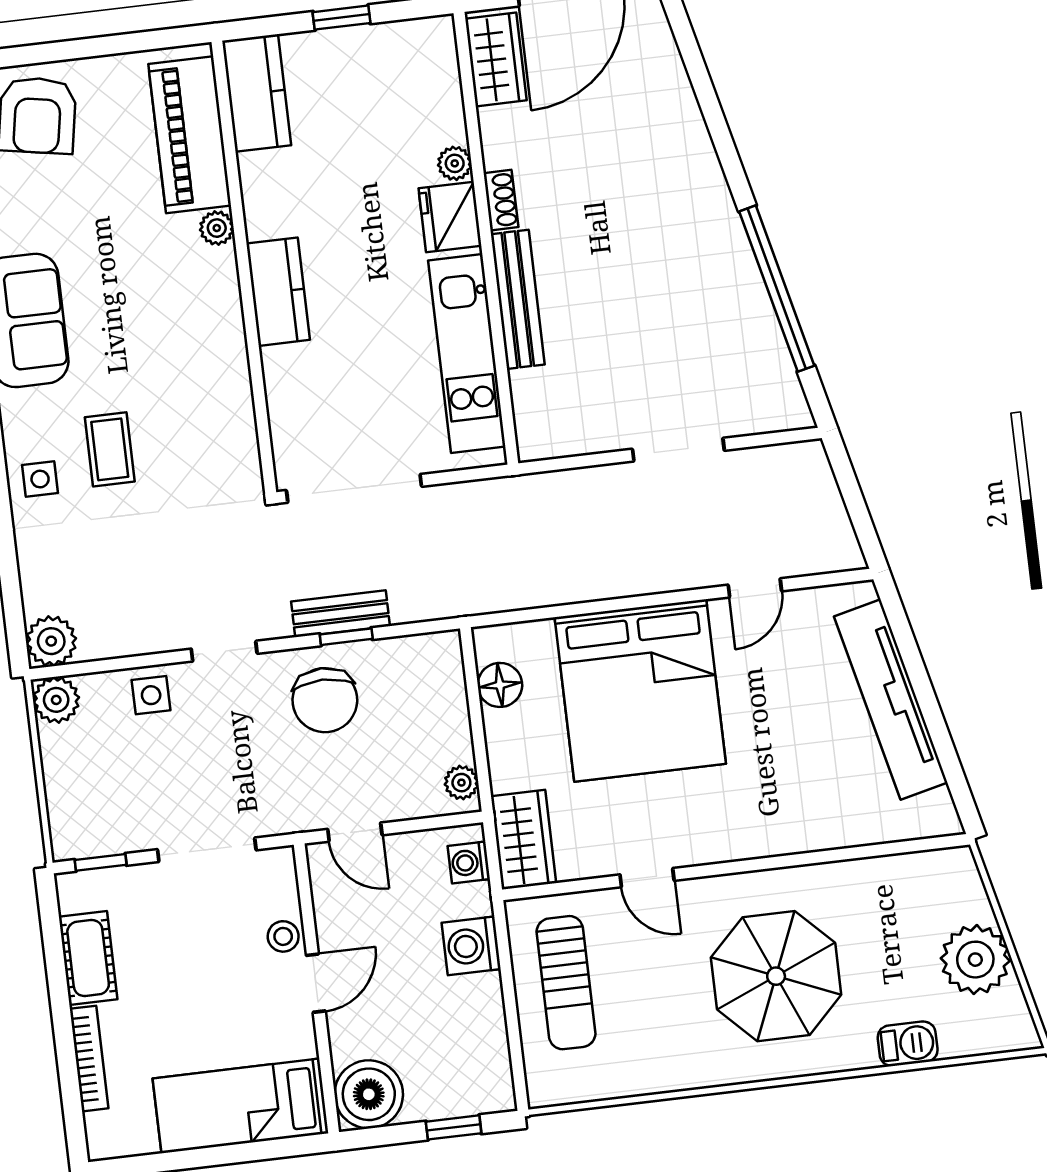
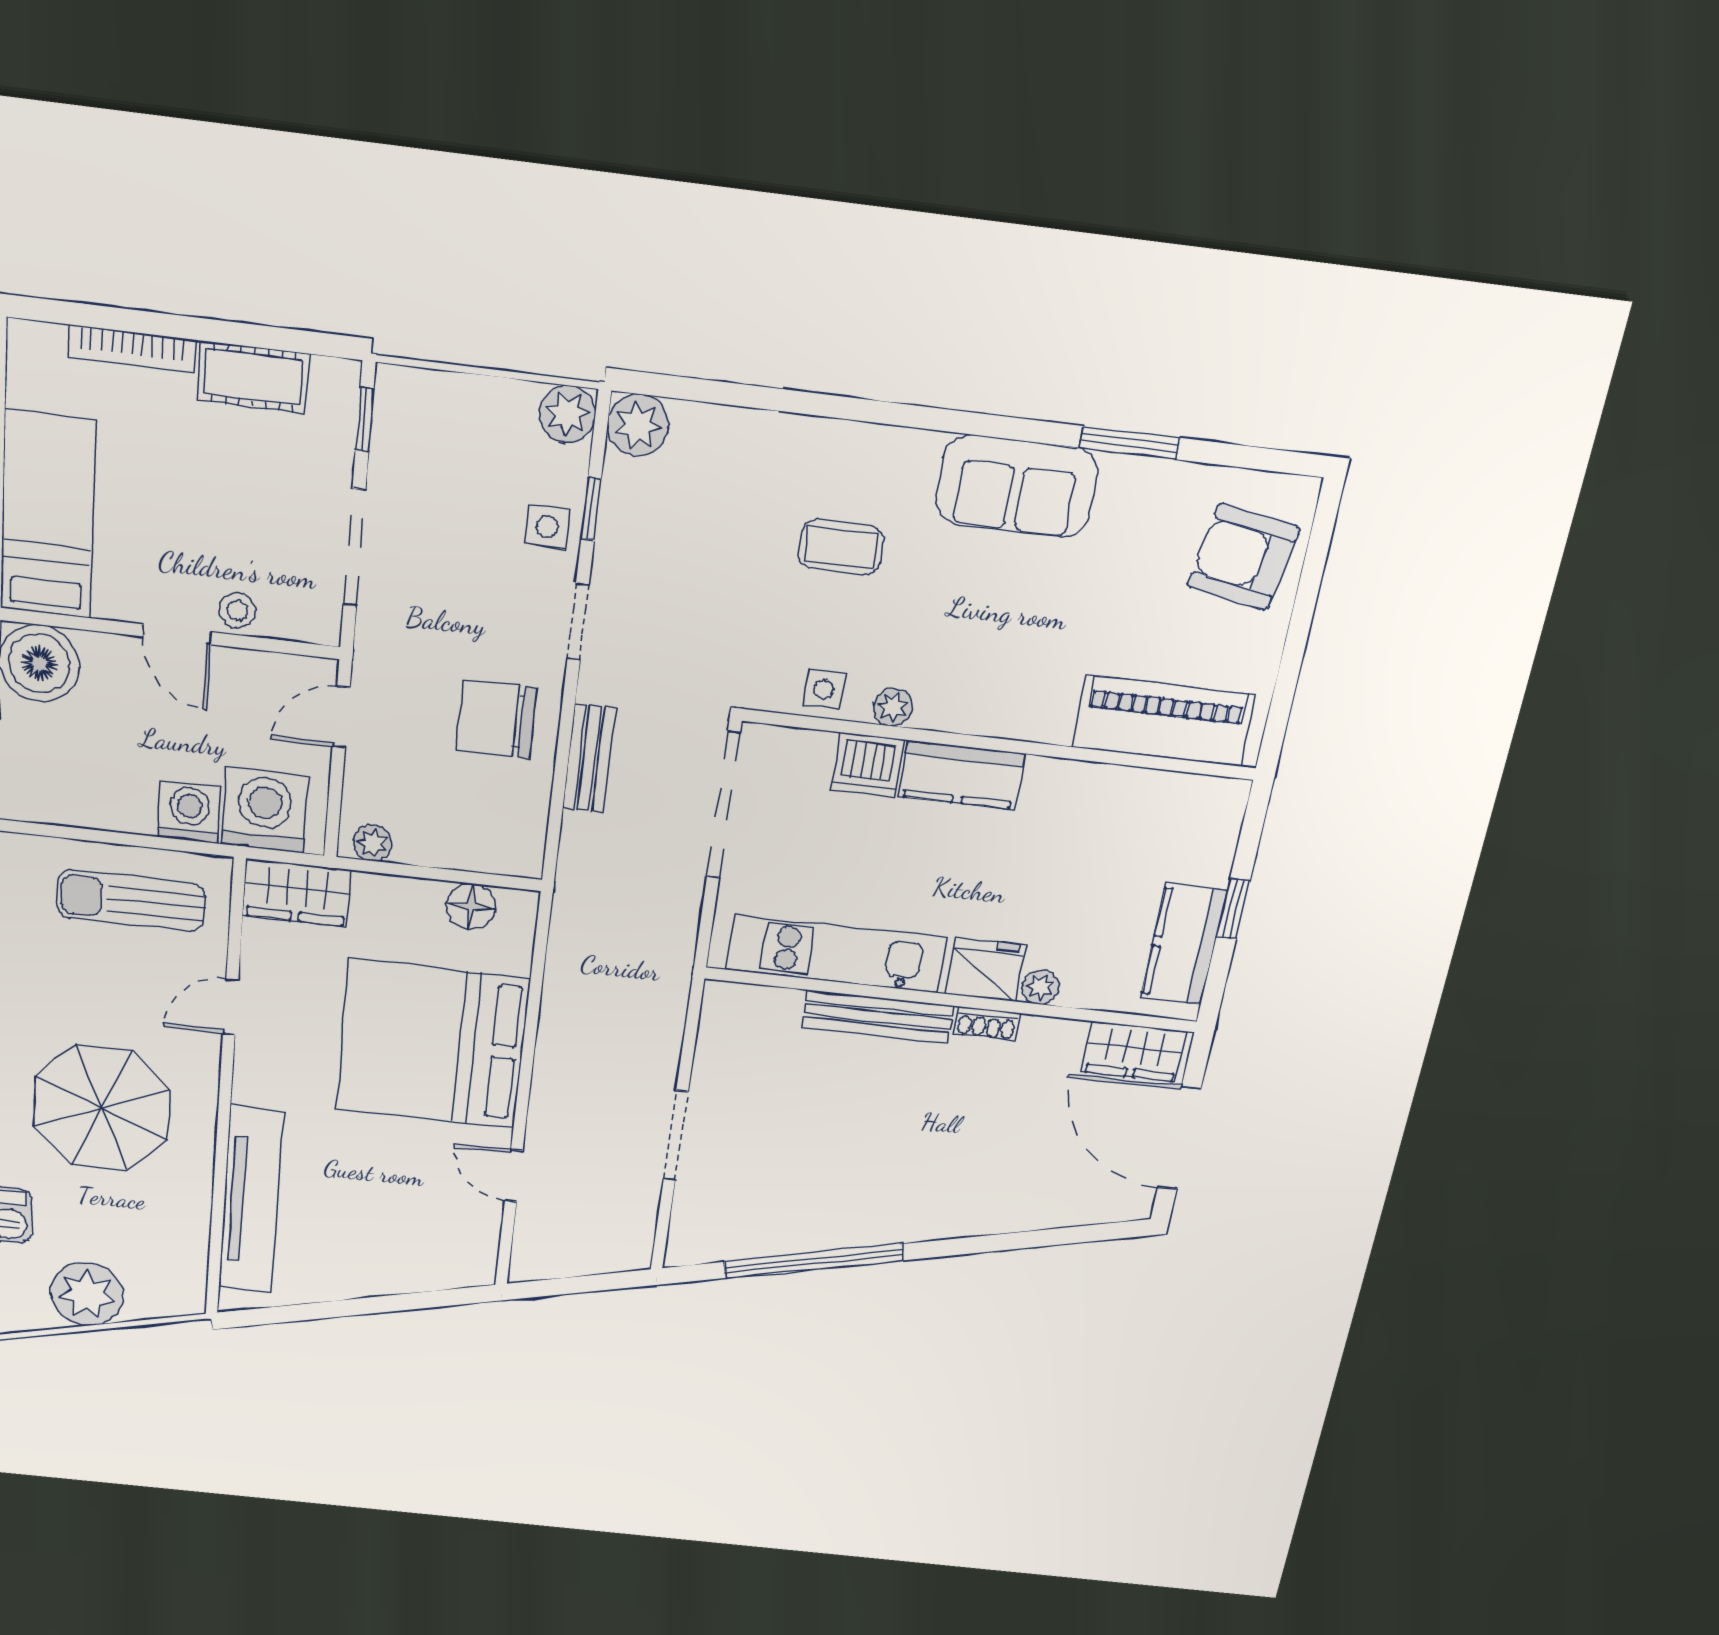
kitchen counter: (257, 93) -> (1184, 944), moved, turned 90
plant: (217, 228) -> (893, 707), moved
dishwasher: (289, 375) -> (868, 765), added
side table: (40, 479) -> (824, 689), moved
window: (346, 637) -> (591, 509), moved
tv unit: (891, 700) -> (251, 1200), moved, turned 103
washing machine: (469, 862) -> (265, 810), width x1.89, depth x1.89

